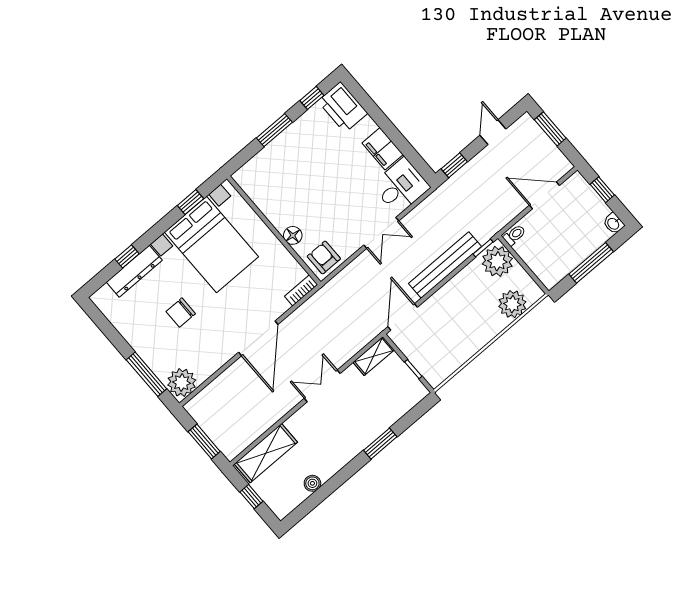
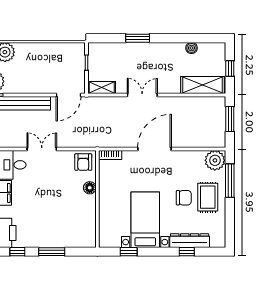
bed with nightstands: (212, 244) -> (145, 220), width x0.73
rug: (155, 336) -> (208, 197), added
double door: (322, 386) -> (142, 95), swing flipped

